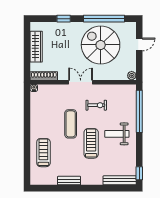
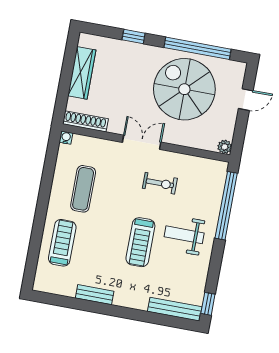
exercise mat: (71, 124) -> (83, 189), moved
treadmill: (91, 143) -> (140, 242), turned 180

